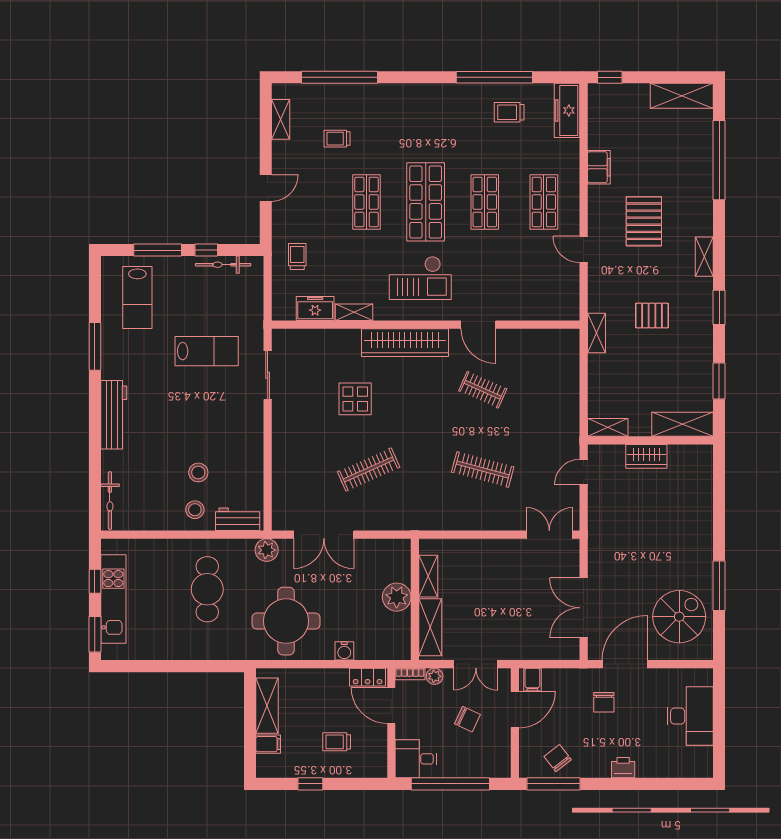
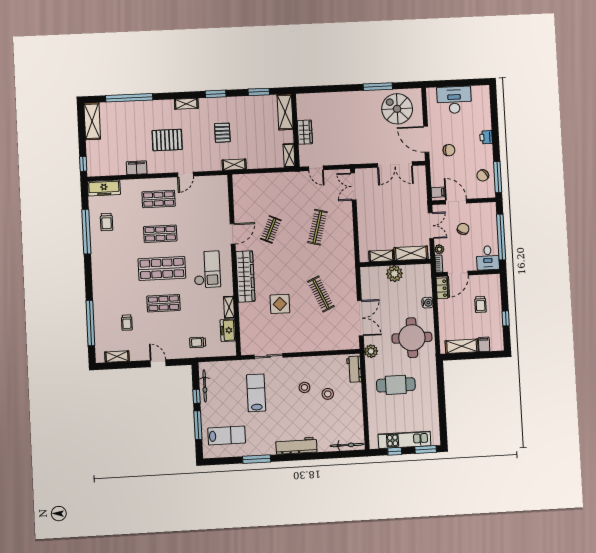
stool: (195, 510) -> (304, 387), moved

